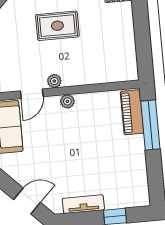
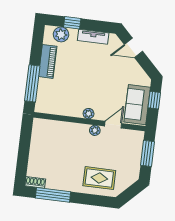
rug: (57, 26) -> (99, 178), moved
piano: (132, 112) -> (48, 61), moved
plant: (126, 198) -> (61, 34), added

